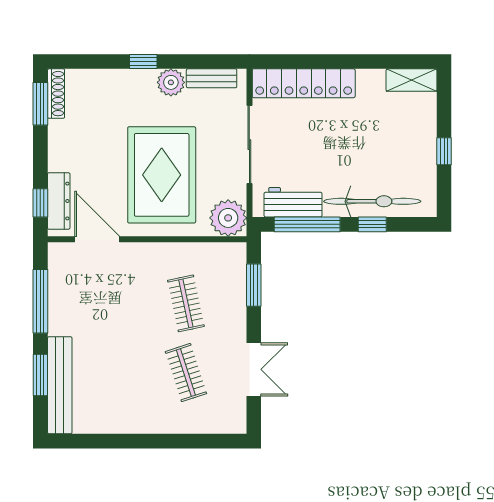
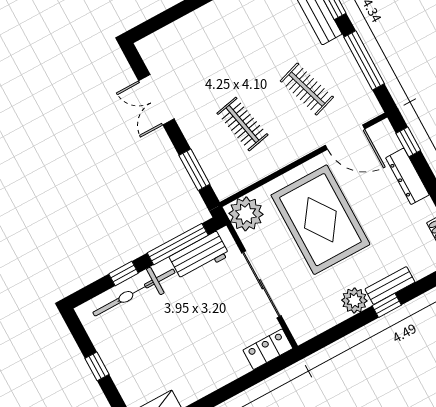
bench: (212, 78) -> (390, 286), moved
locker: (304, 83) -> (268, 349), width x0.46, depth x0.83
dresser: (59, 201) -> (407, 176), moved
clothes rail: (186, 373) -> (307, 89), moved

